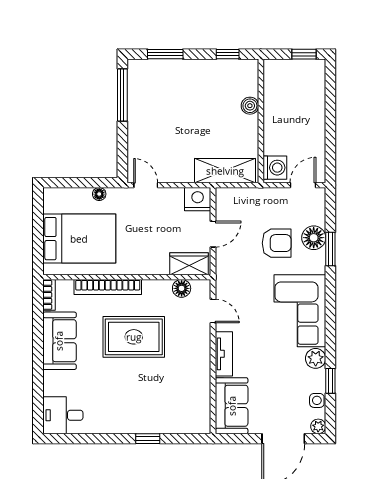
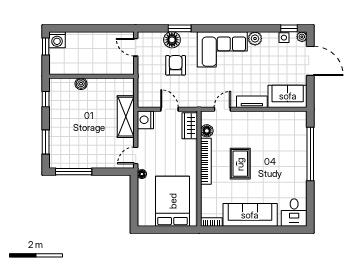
washing machine: (275, 168) -> (57, 40), moved, turned 180
shelving: (225, 171) -> (126, 117), moved
floor lamp: (99, 194) -> (142, 174), moved
bookcase: (108, 287) -> (206, 161), moved
rug: (134, 337) -> (240, 164), width x0.73, depth x0.70
sofa: (59, 341) -> (250, 215), width x1.36
window: (330, 381) -> (289, 28), moved
window: (148, 439) -> (310, 154), width x3.17

